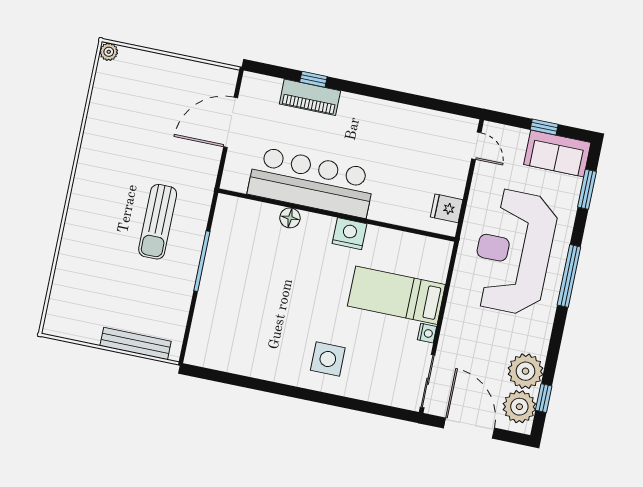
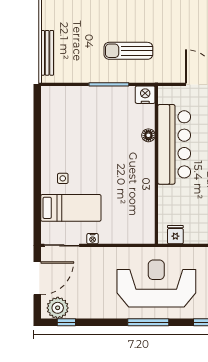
nightstand: (349, 234) -> (145, 95), moved, turned -90
bed: (396, 295) -> (71, 208), moved, turned 90
side table: (328, 359) -> (63, 178), width x0.54, depth x0.54
plant: (525, 371) -> (81, 307), removed

